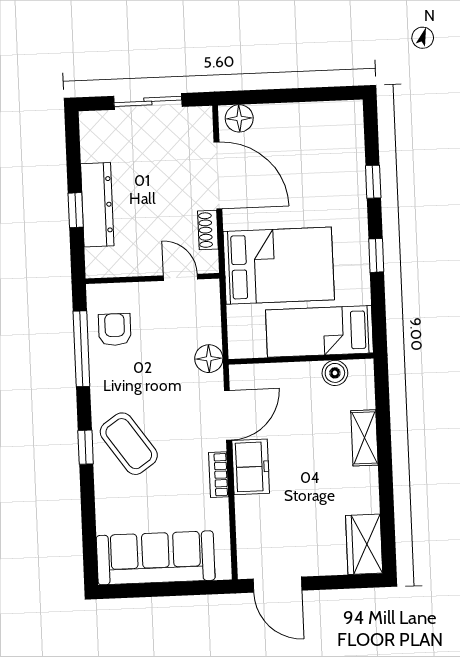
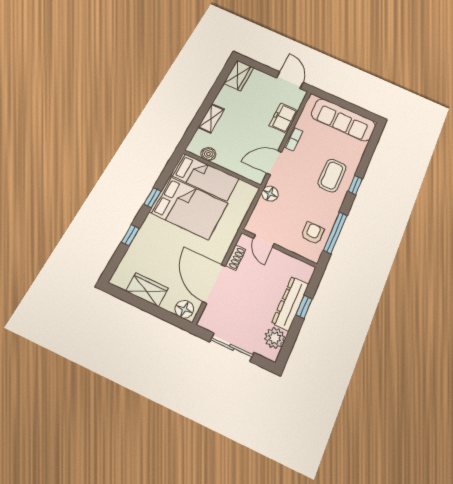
wardrobe: (305, 118) -> (147, 290), added
plant: (96, 145) -> (275, 338), added
bed: (279, 266) -> (189, 208), moved, turned 180
armchair: (115, 330) -> (313, 233), turned 180
coffee table: (129, 444) -> (332, 175), turned 35
freezer: (251, 467) -> (284, 118), moved

